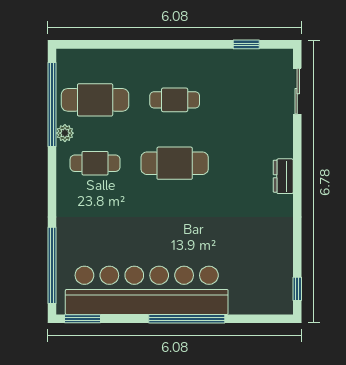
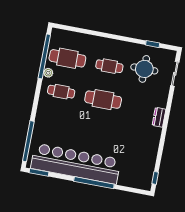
round table: (240, 93) -> (144, 69), added

